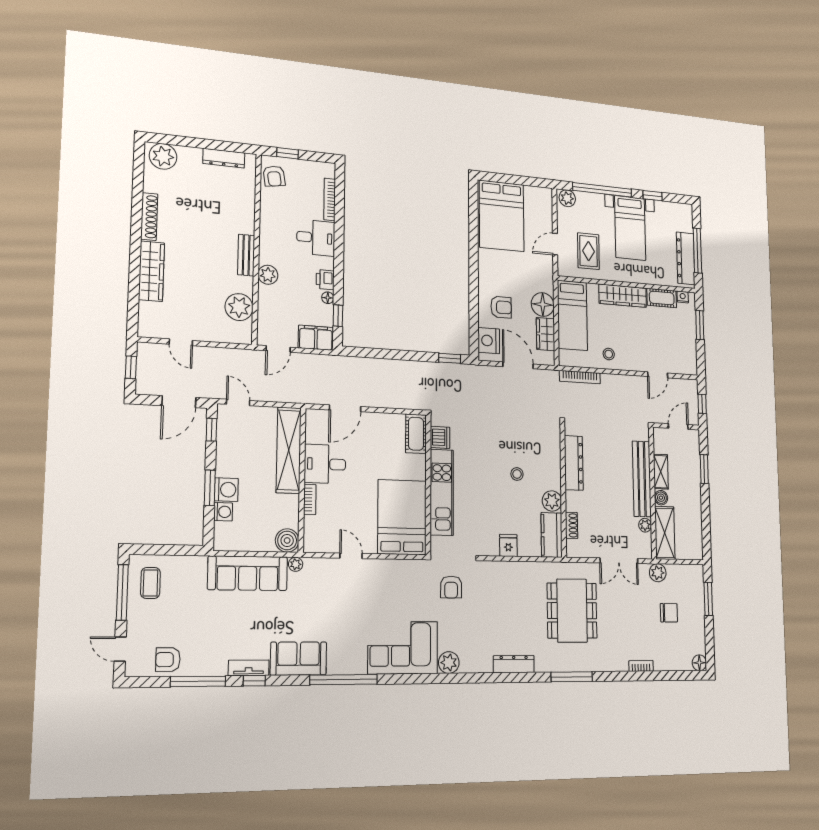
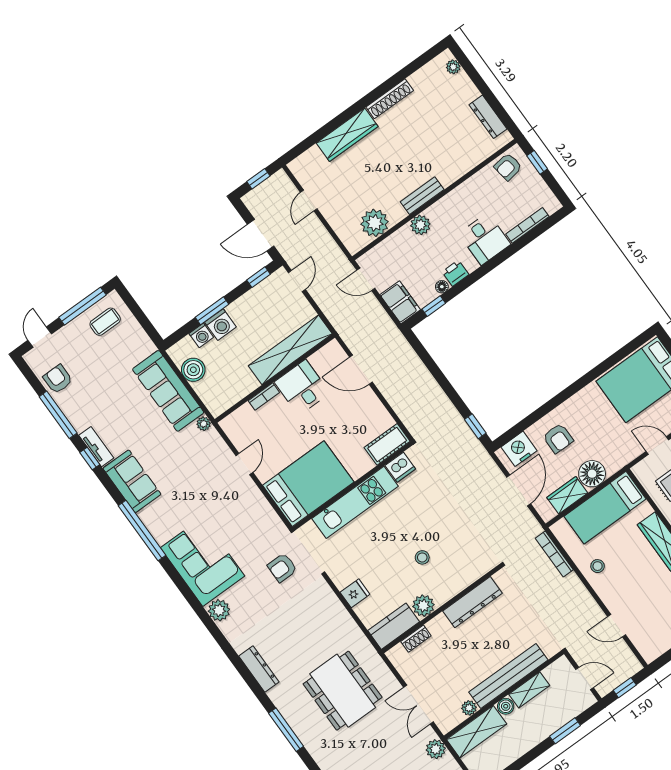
plant: (163, 156) -> (453, 67), width x0.53, depth x0.53
boiler: (287, 540) -> (193, 370), moved
dining table: (572, 611) -> (343, 691), turned 90

